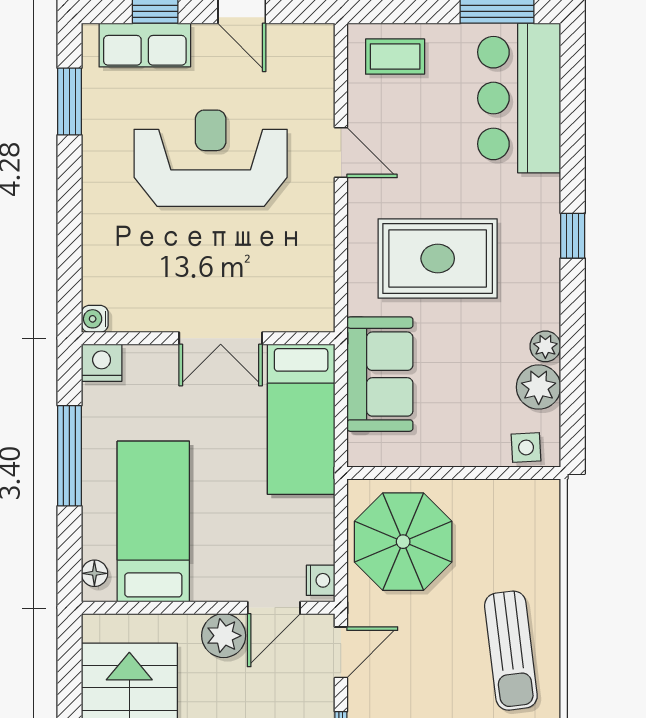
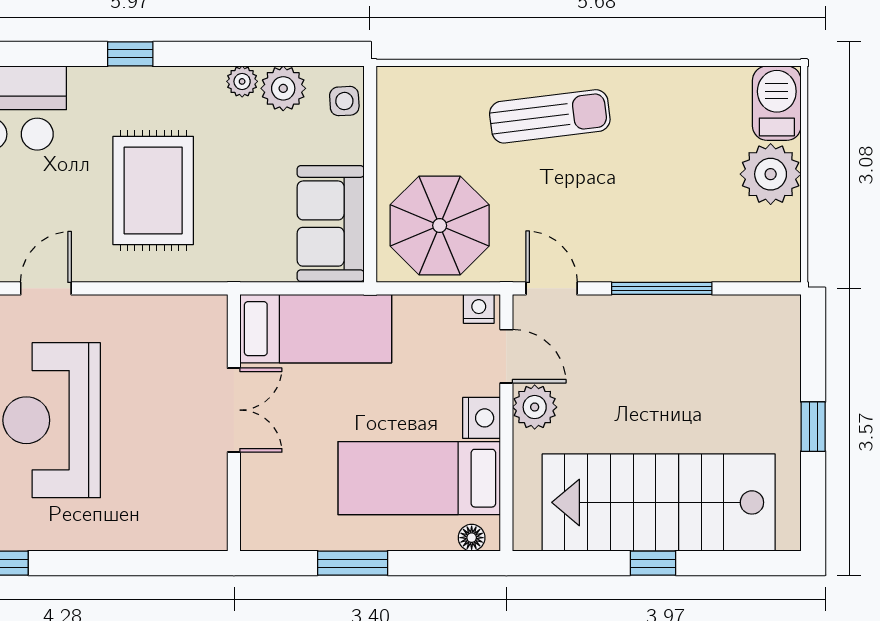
water cooler: (95, 319) -> (214, 537), removed
nightstand: (102, 363) -> (482, 418), moved, turned 180
sofa: (380, 374) -> (331, 224), moved, turned -90
window: (69, 456) -> (353, 563), width x0.69

